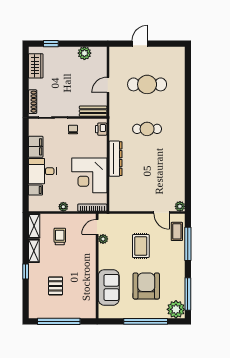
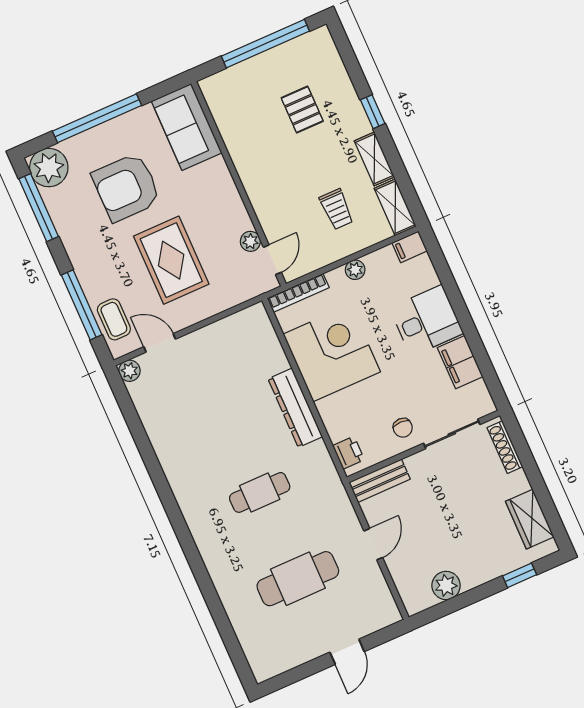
filing cabinet: (35, 190) -> (410, 247), moved
rug: (141, 246) -> (171, 260), width x1.36, depth x1.43
armchair: (146, 286) -> (126, 187), turned 90
sofa: (109, 287) -> (187, 127), moved

